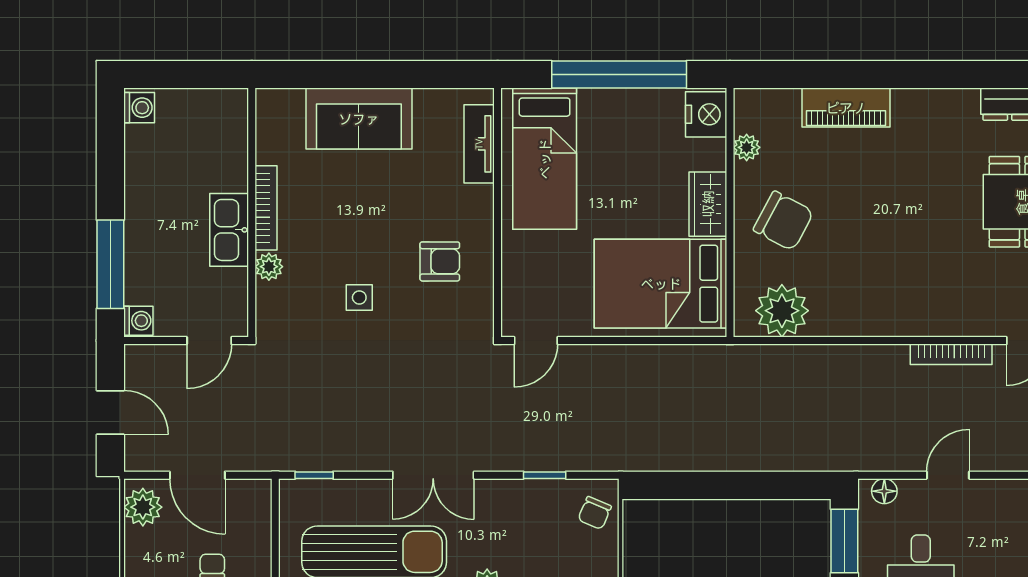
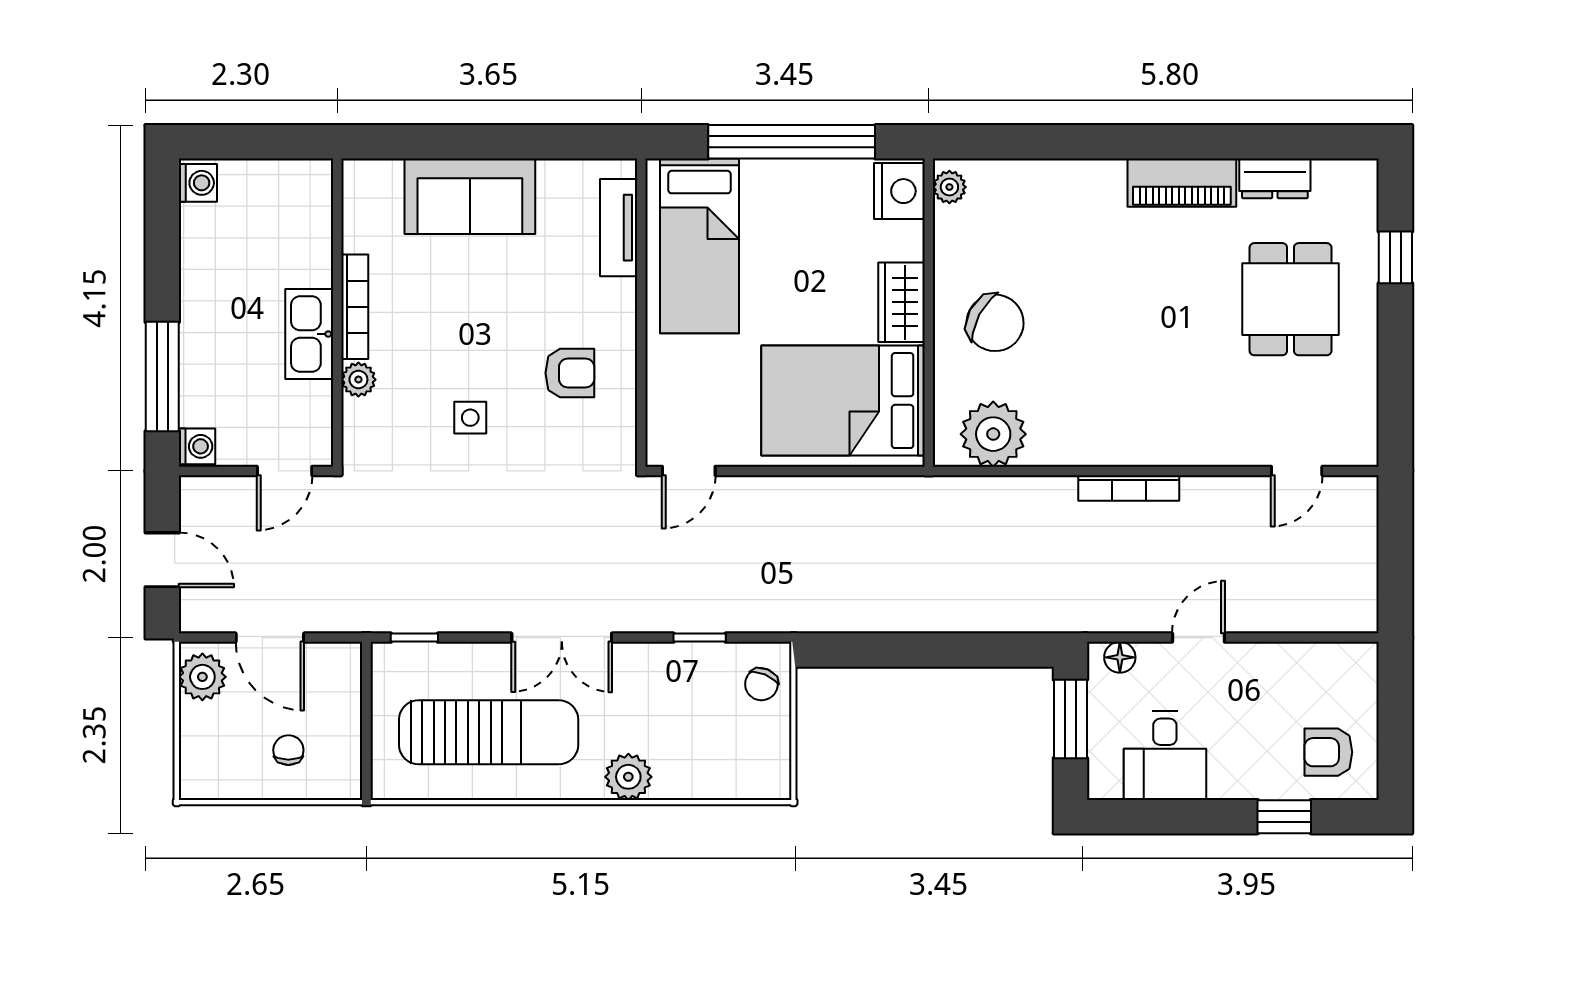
piano: (846, 108) -> (1182, 183), moved
plant: (747, 147) -> (949, 187), moved
bookcase: (951, 354) -> (1129, 488), moved

